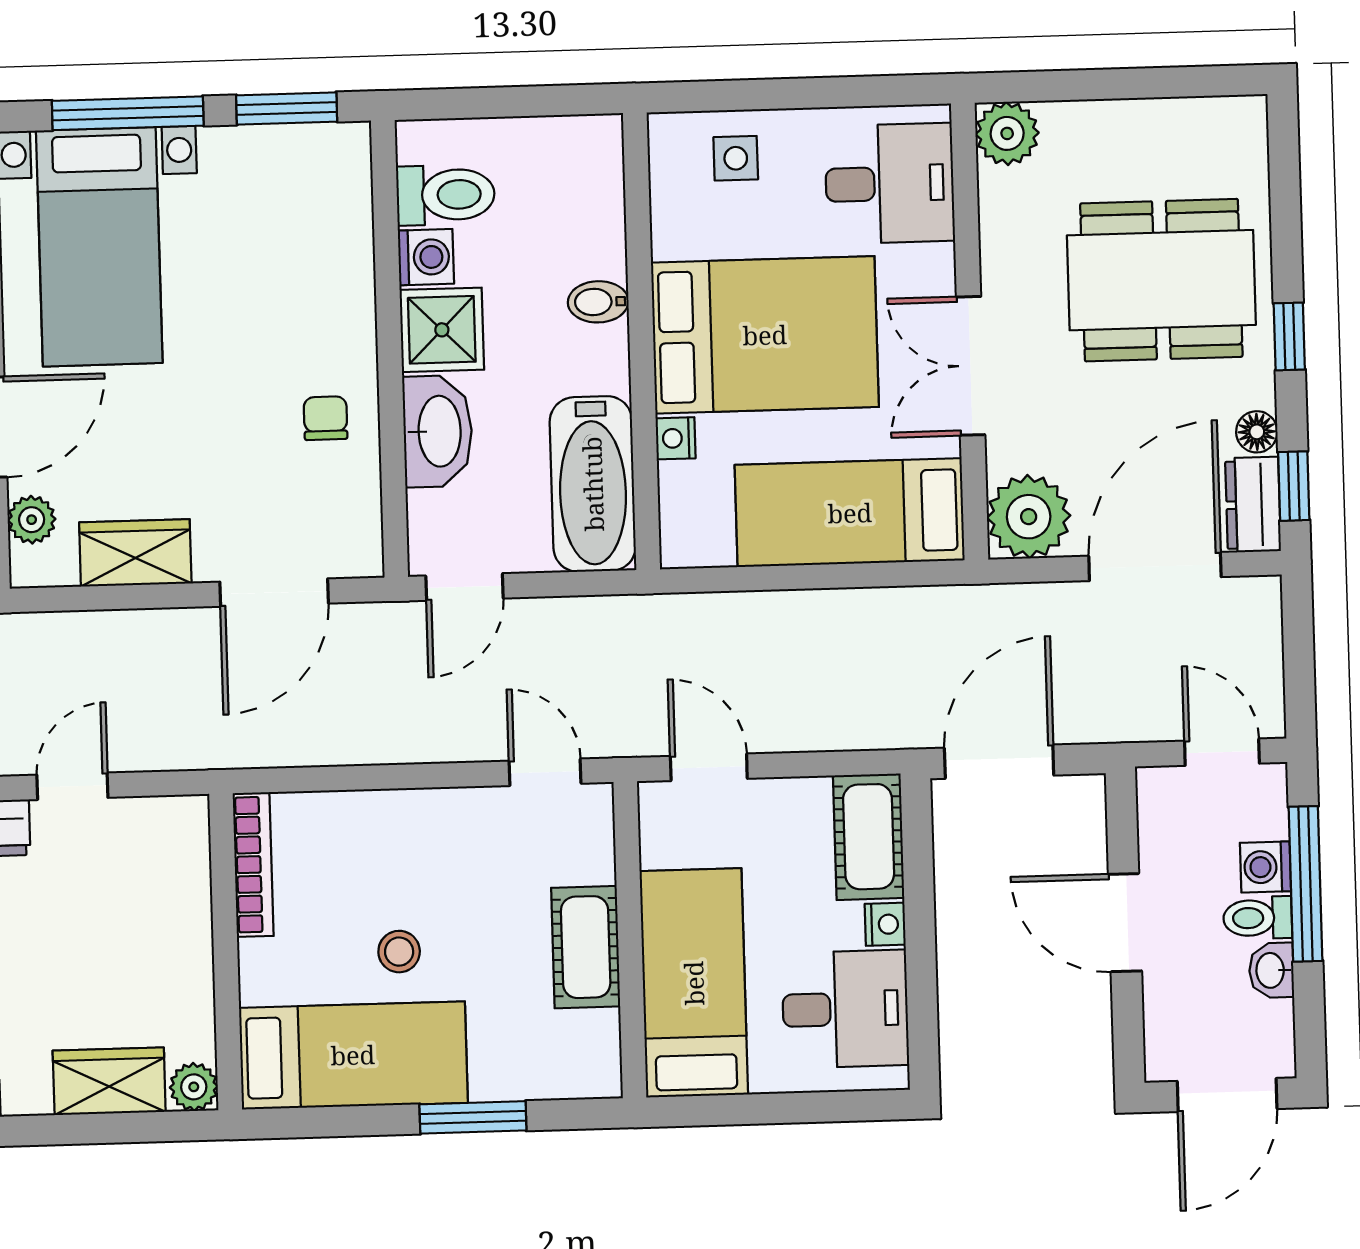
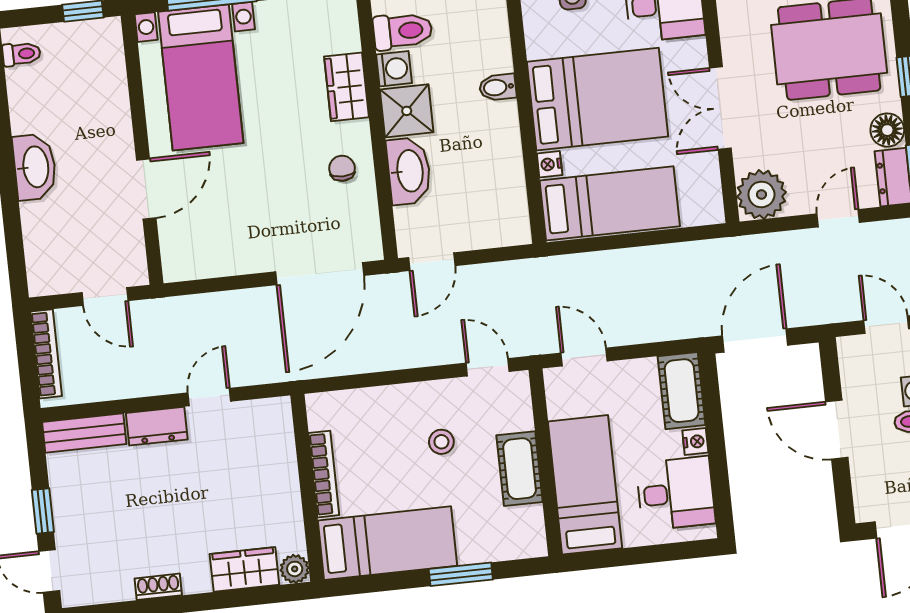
floor lamp: (1257, 432) -> (887, 130), width x1.37, depth x1.37
bathtub: (593, 484) -> (503, 195), removed
bed: (850, 513) -> (610, 203), moved, turned 180
plant: (32, 520) -> (173, 242), removed
wardrobe: (135, 553) -> (347, 87), moved, turned -90
door: (1155, 566) -> (838, 218), width x0.53
door: (274, 593) -> (320, 274), width x1.36
bookcase: (253, 865) -> (324, 474), moved
stool: (399, 952) -> (441, 442), moved

